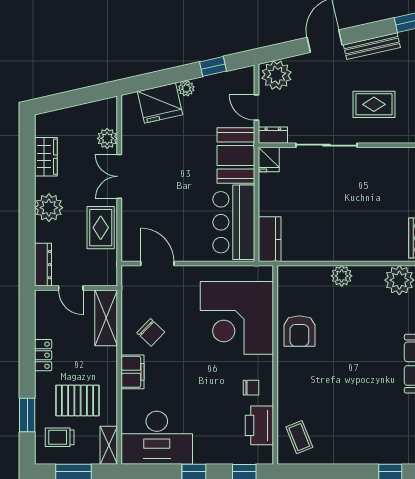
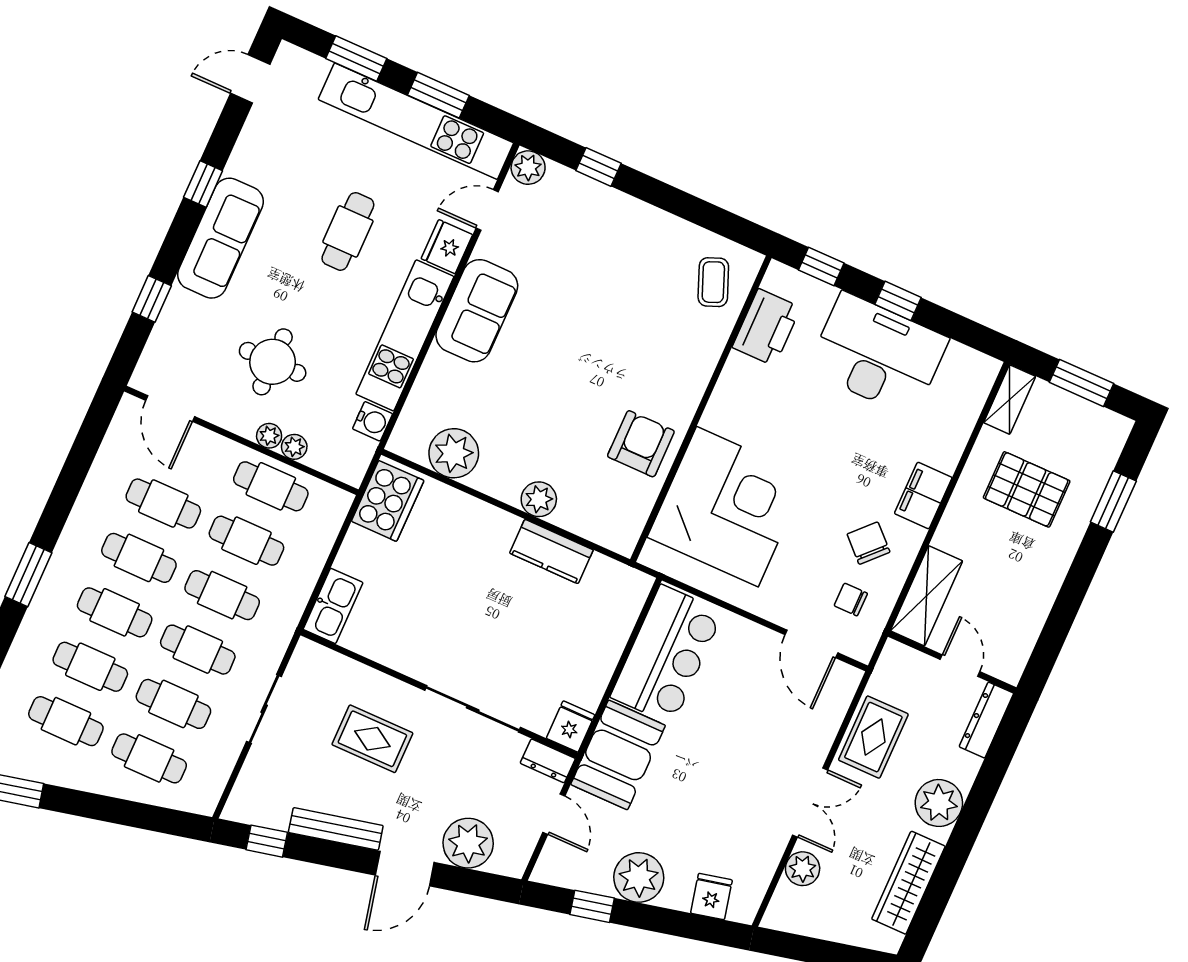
plant: (277, 75) -> (468, 843), moved
plant: (186, 88) -> (639, 877), width x1.88, depth x1.88
fridge: (160, 103) -> (711, 896), width x0.53, depth x0.75
wardrobe: (46, 157) -> (908, 883), width x1.50
kitchen counter: (270, 239) -> (551, 552), moved, turned -90
locker: (43, 355) -> (1048, 582), removed
chair: (251, 388) -> (851, 600), moved
trolley: (60, 437) -> (1079, 445), removed
desk: (157, 438) -> (878, 354), moved

